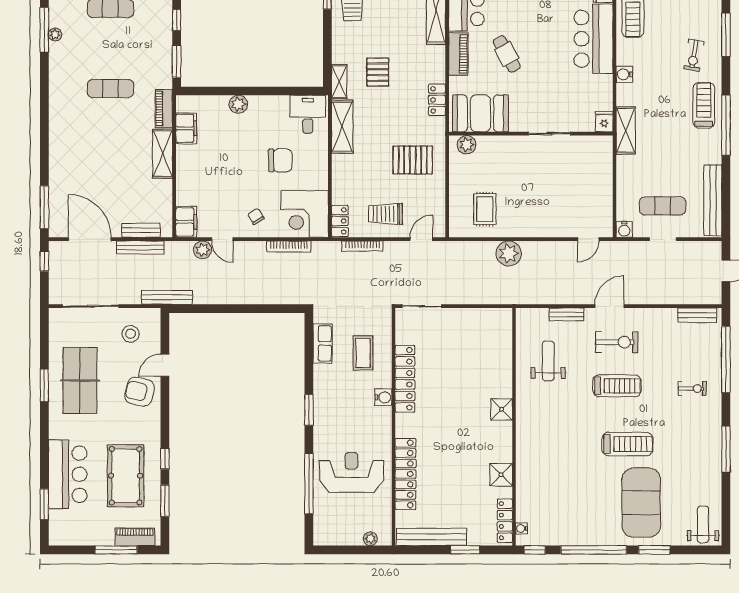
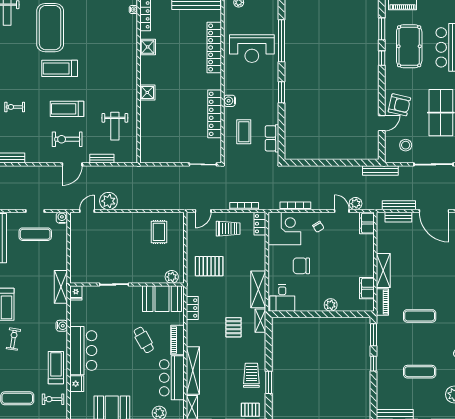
plant: (509, 253) -> (108, 201), moved

